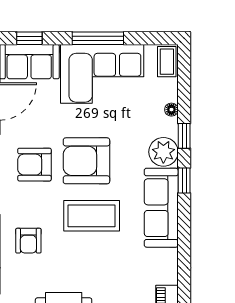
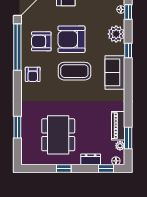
window: (184, 136) -> (128, 12), moved
sofa: (161, 208) -> (115, 72), width x0.73
armchair: (28, 241) -> (33, 74), moved

